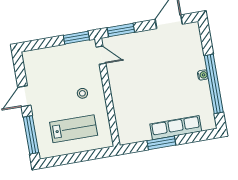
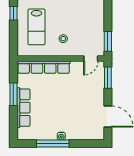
window: (214, 84) -> (53, 144), width x0.68
row of seats: (122, 111) -> (44, 67), added
window: (62, 160) -> (13, 13), added

